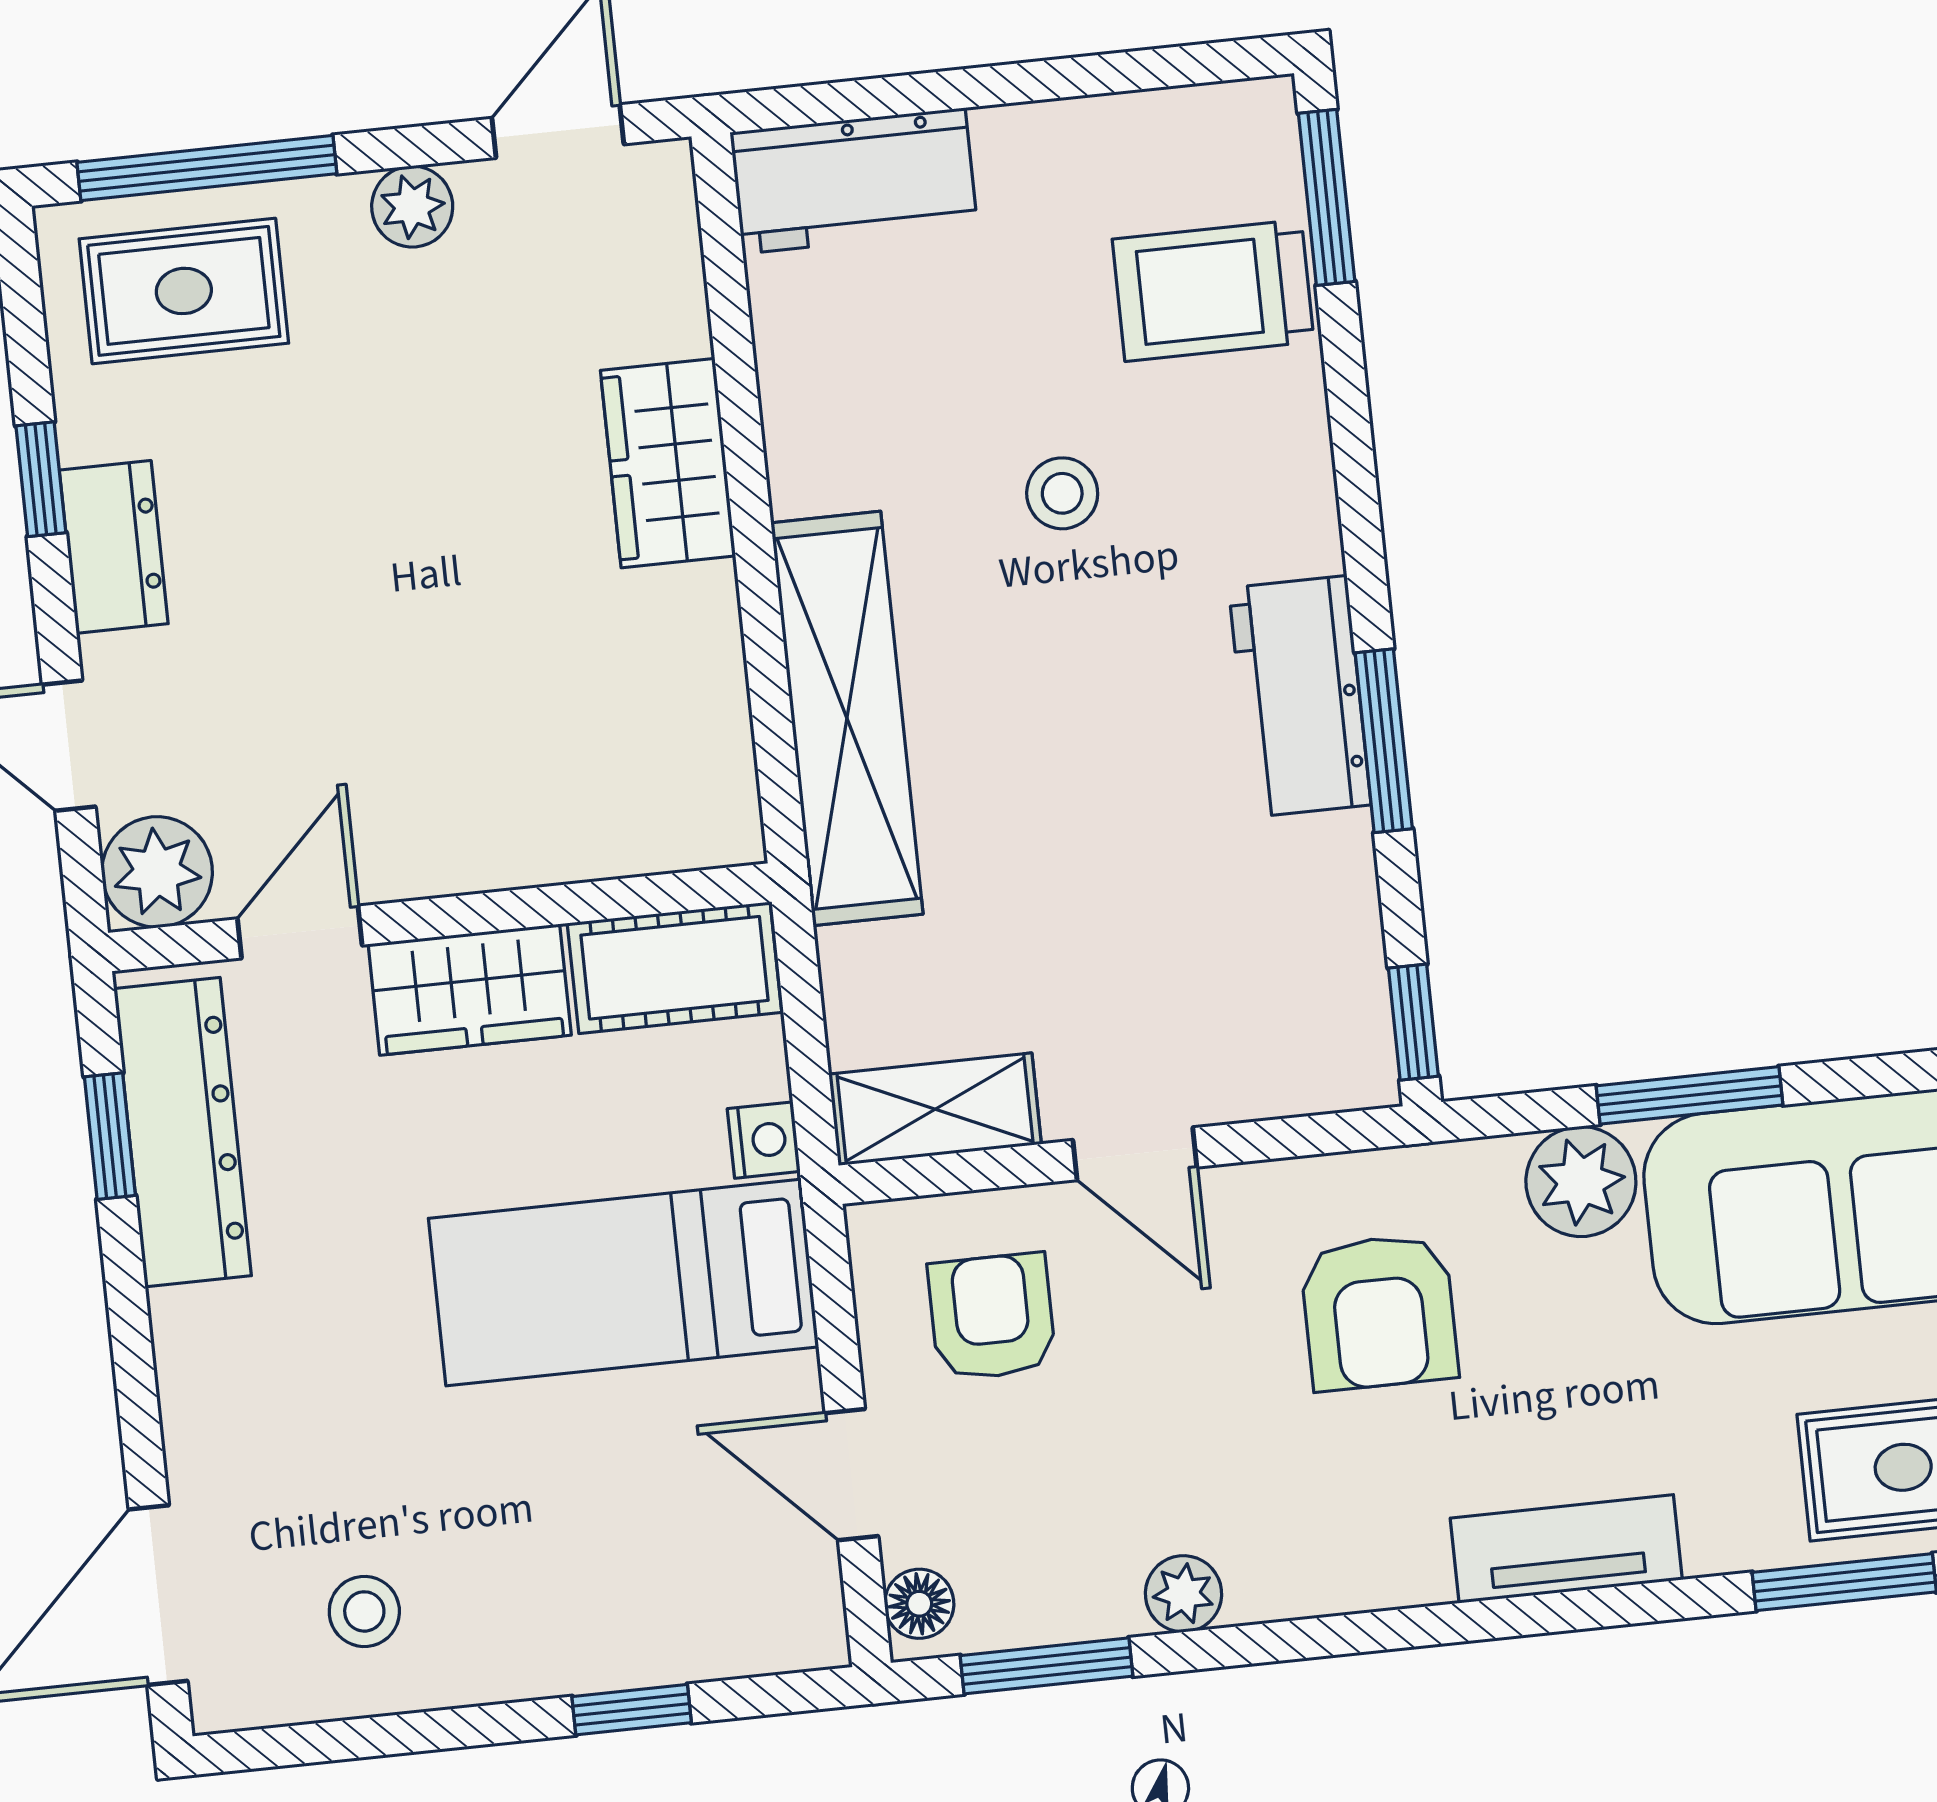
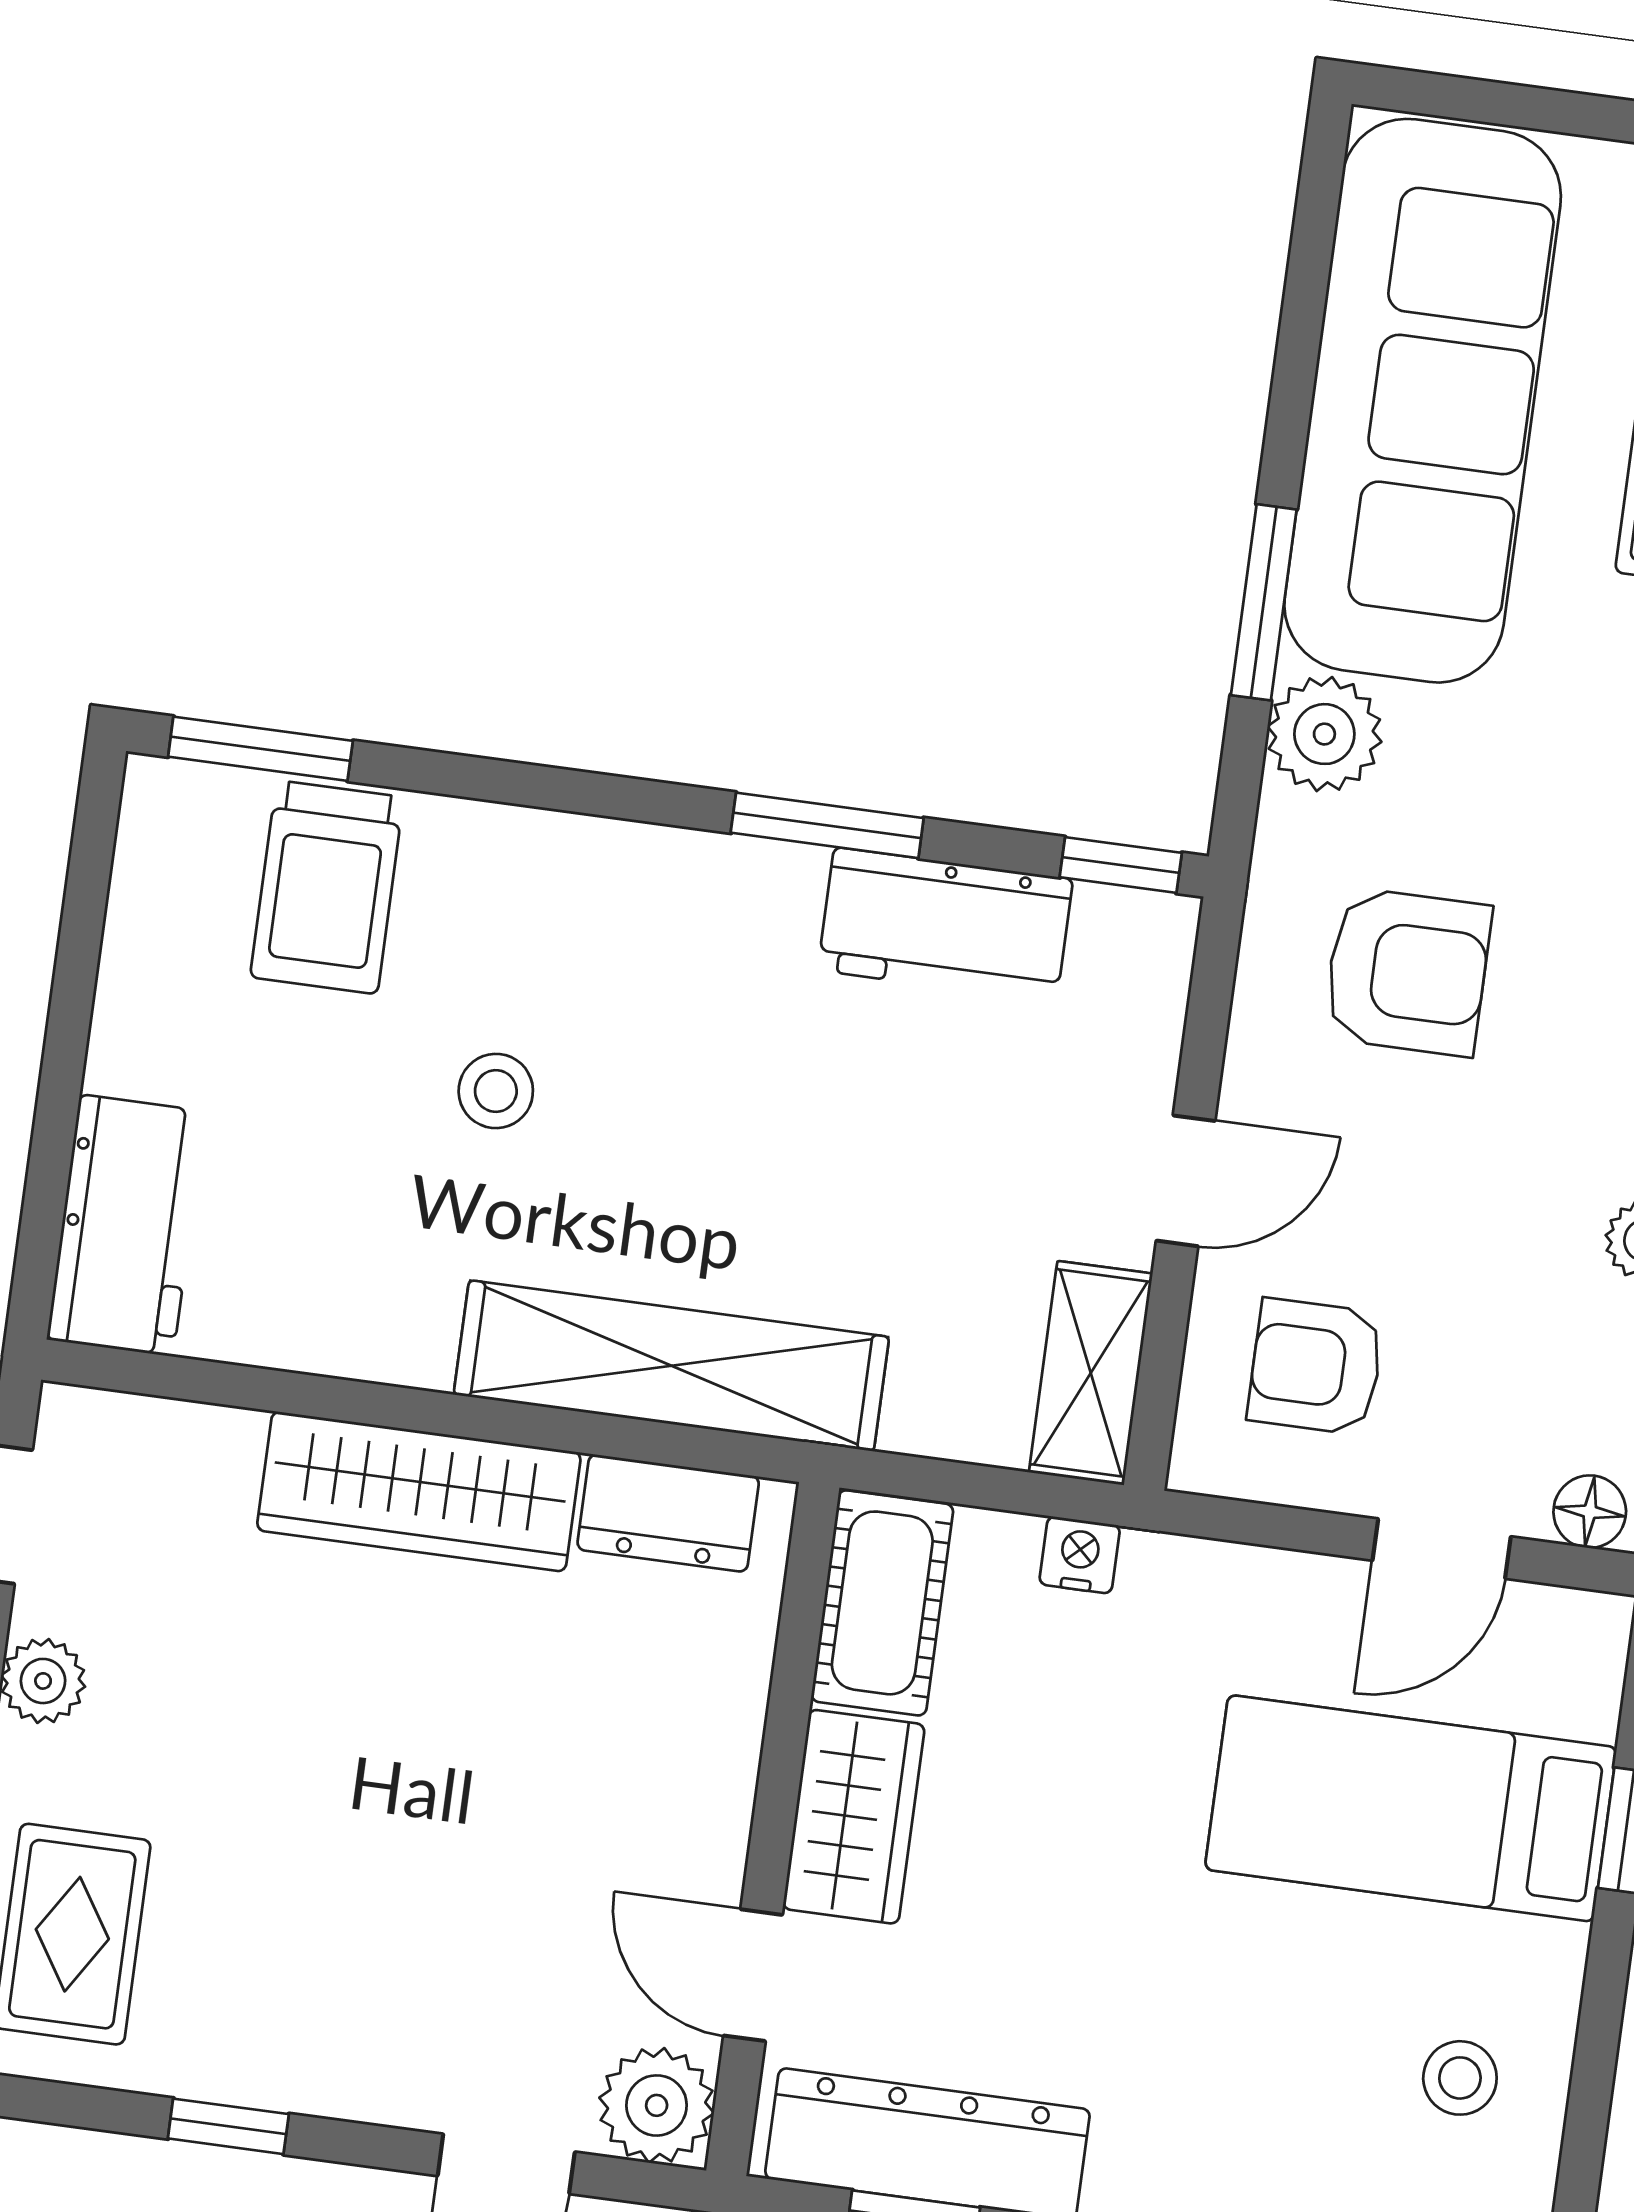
wardrobe: (668, 463) -> (419, 1491), width x1.50
dresser: (114, 547) -> (668, 1513), moved, turned 180
workbench: (1300, 696) -> (945, 925), moved
bed: (624, 1283) -> (1411, 1808), moved, turned 90

